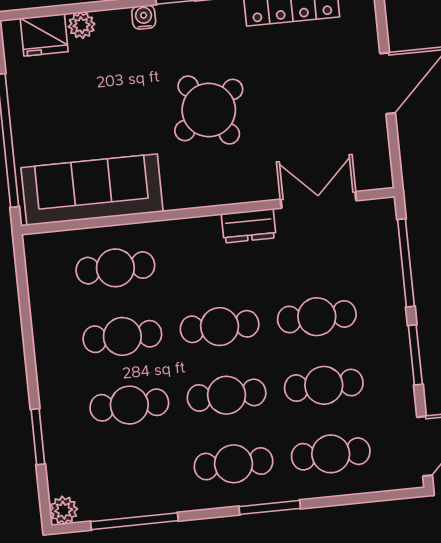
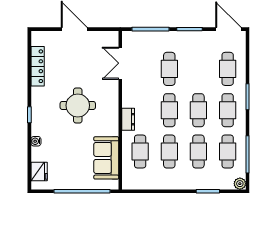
water cooler: (144, 17) -> (36, 141), moved
plant: (82, 25) -> (37, 155), removed
round table: (209, 110) -> (78, 105), turned 35
sofa: (92, 190) -> (106, 158), width x0.73
dresser: (249, 226) -> (128, 119), moved
cafe table: (324, 385) -> (228, 151), moved

